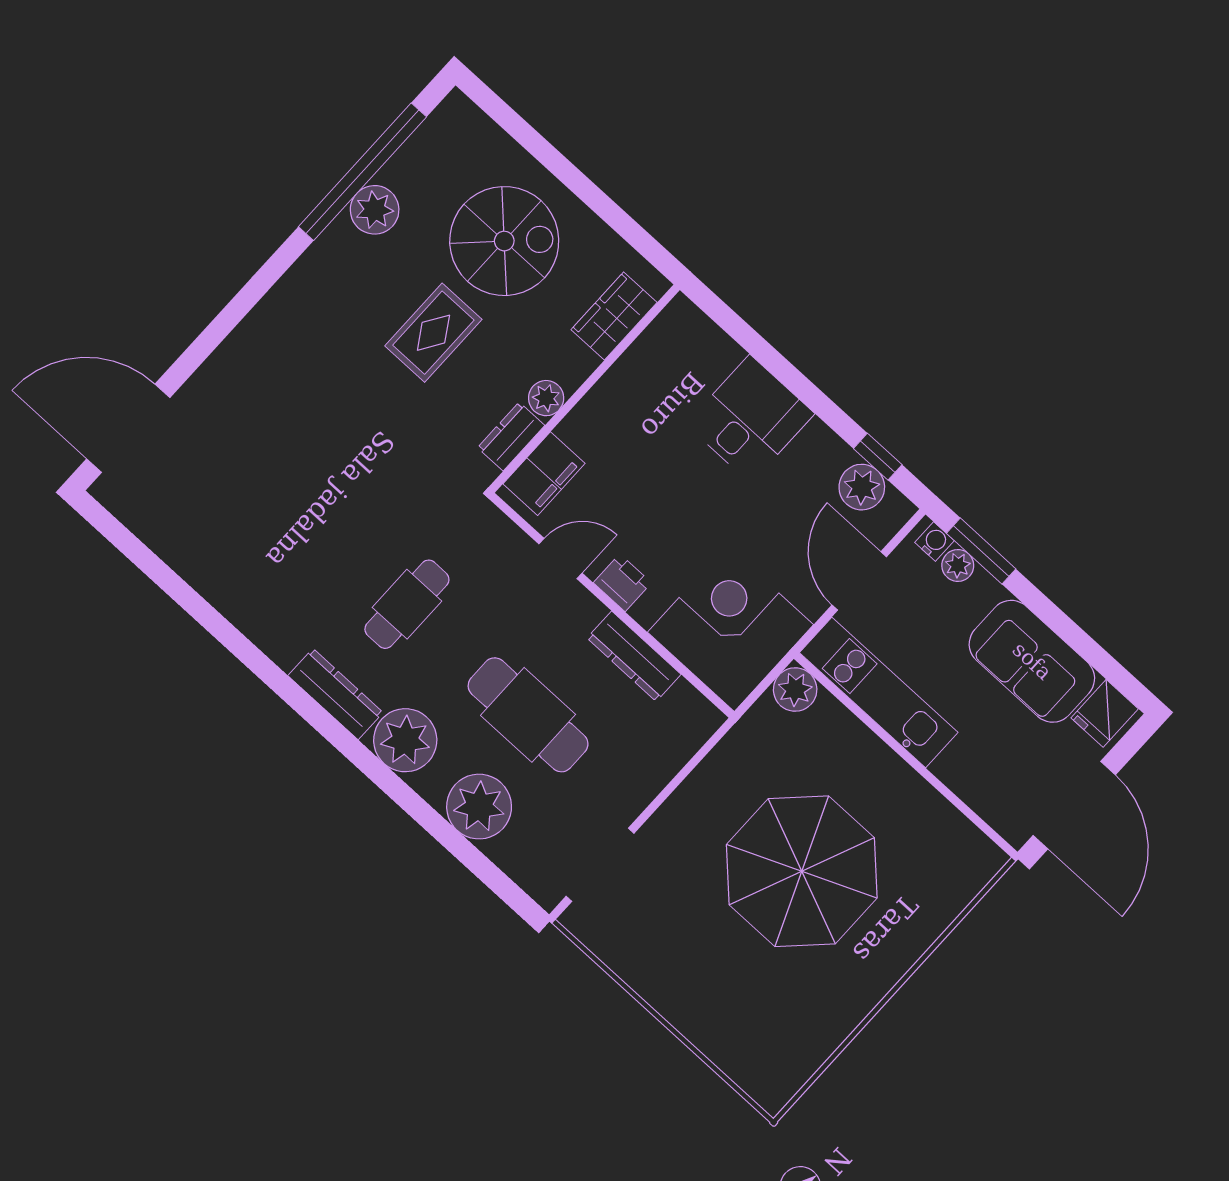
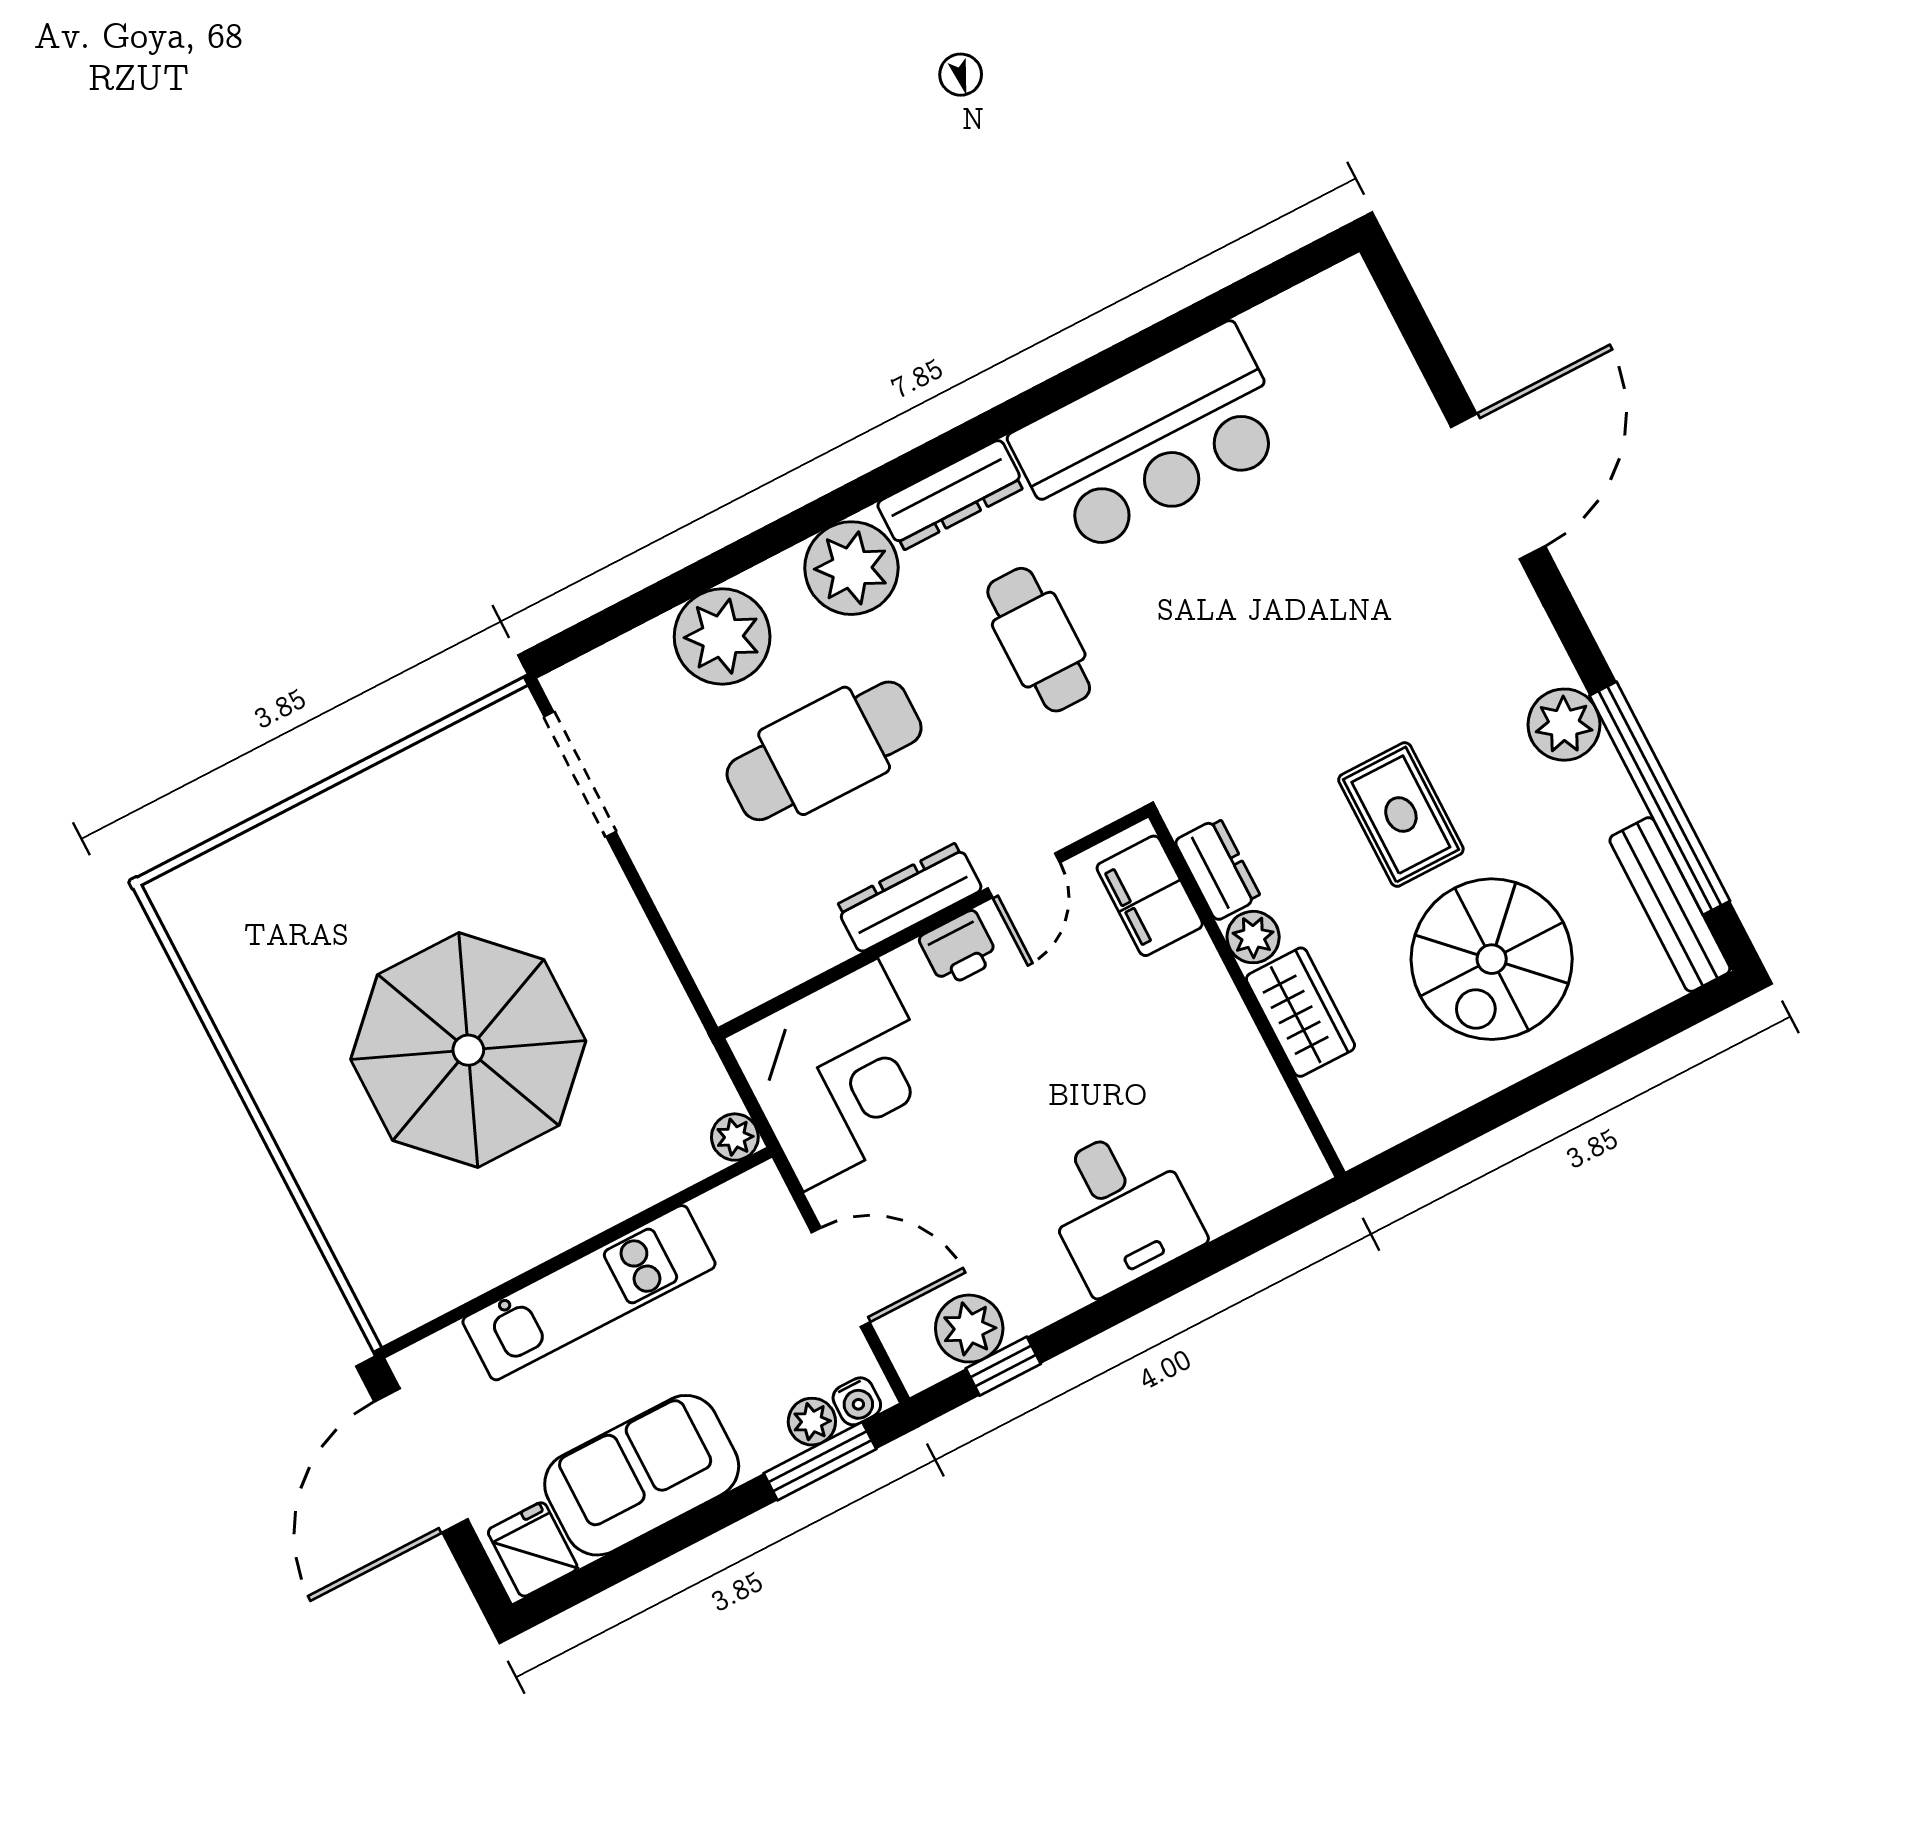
bench: (428, 140) -> (1670, 905), added
plant: (375, 210) -> (1564, 725), moved
wardrobe: (614, 316) -> (1301, 1012), moved
door: (128, 428) -> (1498, 486), moved
bar counter: (254, 579) -> (1151, 440), added
dresser: (634, 656) -> (909, 897), moved
plant: (795, 690) -> (735, 1137), width x0.73, depth x0.73
kitchen unit: (879, 693) -> (589, 1293), moved
door: (1074, 805) -> (421, 1461), hinge flipped

